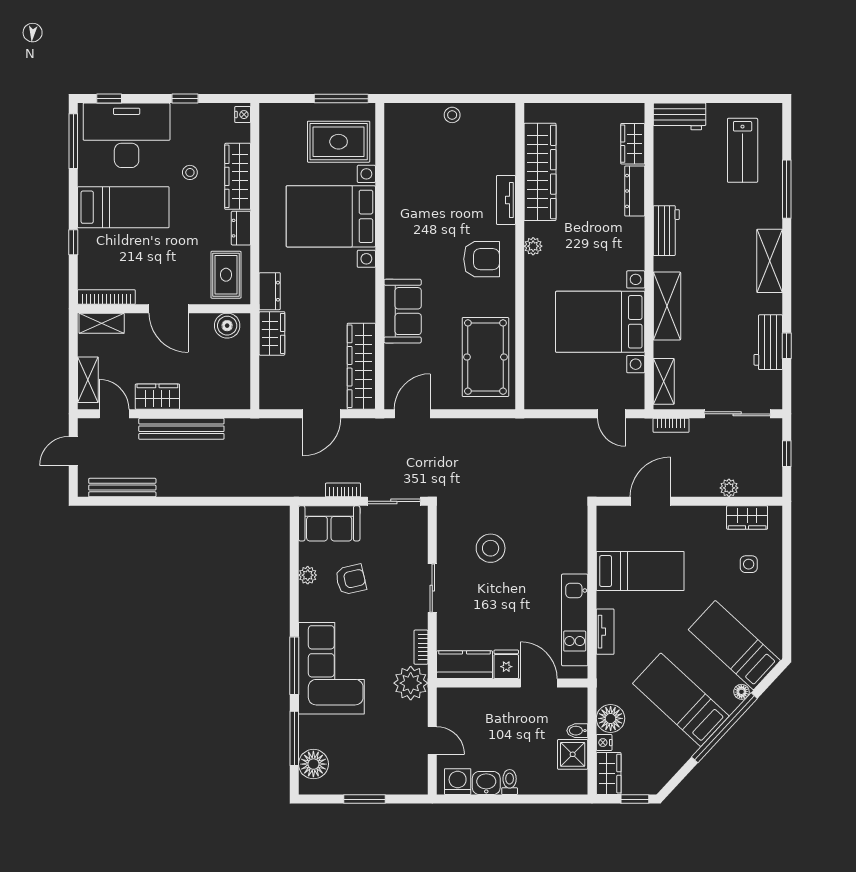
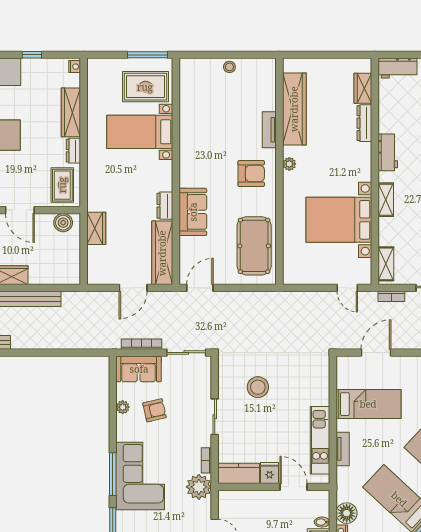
stool: (190, 172) -> (36, 109), removed
bed with nightstands: (331, 216) -> (140, 132), width x0.73
dresser: (270, 291) -> (165, 206), moved, turned 180
shelving: (667, 306) -> (386, 200), width x0.67, depth x0.75
bookcase: (343, 490) -> (142, 344), width x1.56

